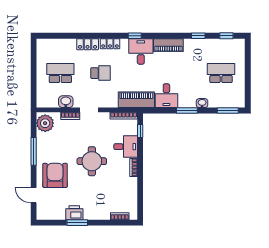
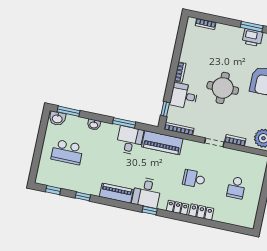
school desk: (60, 73) -> (236, 188), width x0.54
washbasin: (66, 102) -> (57, 119), moved
window: (187, 110) -> (124, 123), moved

